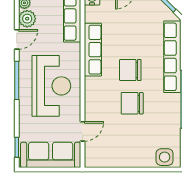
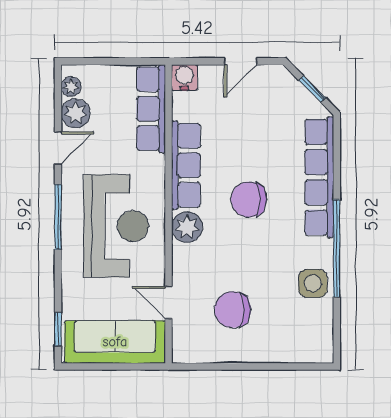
plant: (94, 87) -> (187, 227), added
chair: (132, 103) -> (233, 310), moved
door: (82, 131) -> (168, 302), swing flipped
side table: (165, 157) -> (313, 283), moved

